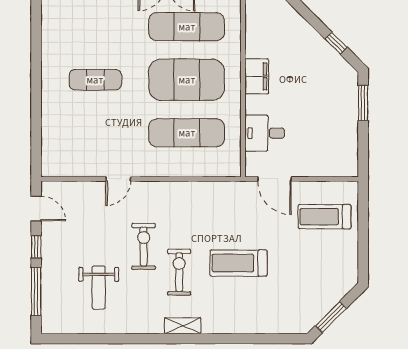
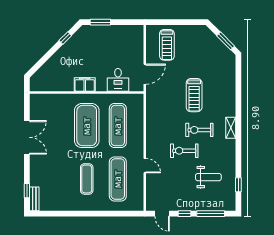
exercise mat: (187, 27) -> (118, 179), moved
door: (36, 209) -> (162, 214), swing flipped
window: (86, 339) -> (238, 185), added

